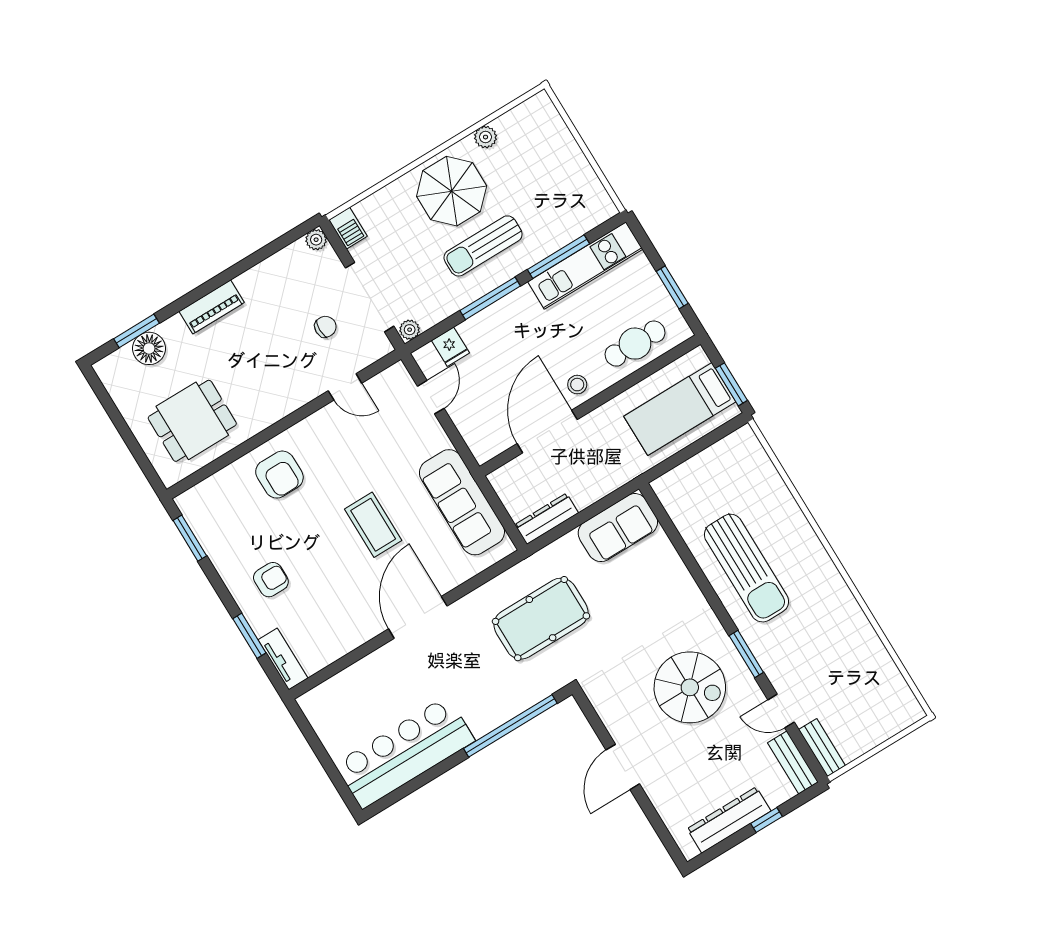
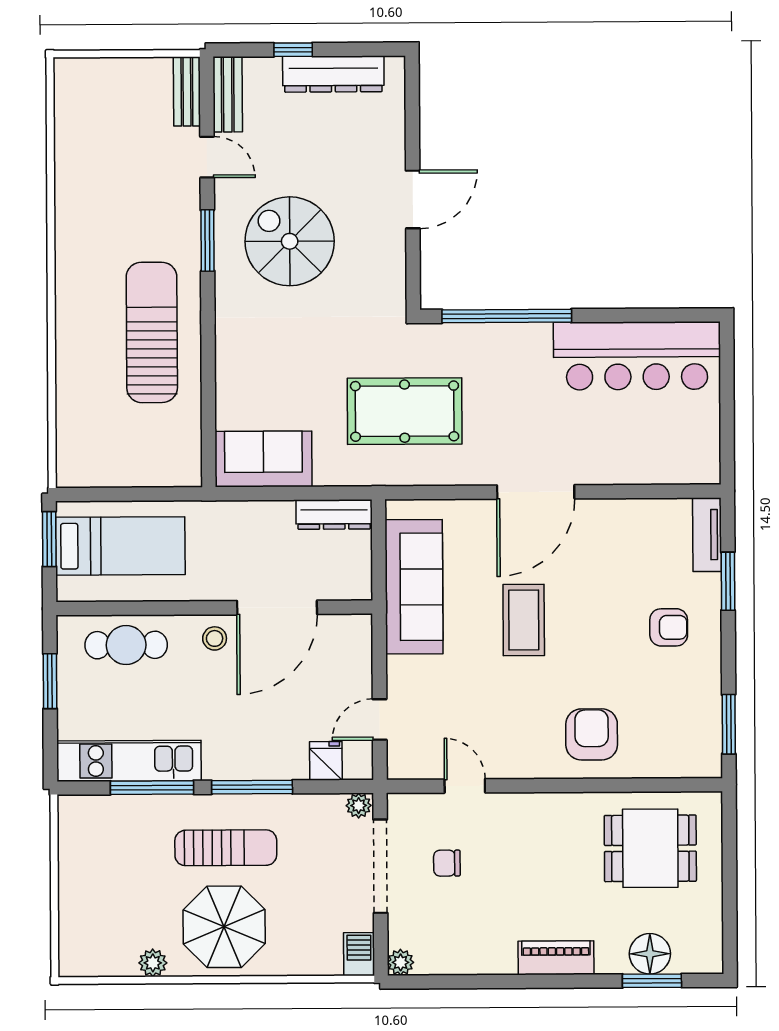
armchair: (271, 580) -> (669, 627), turned 180

